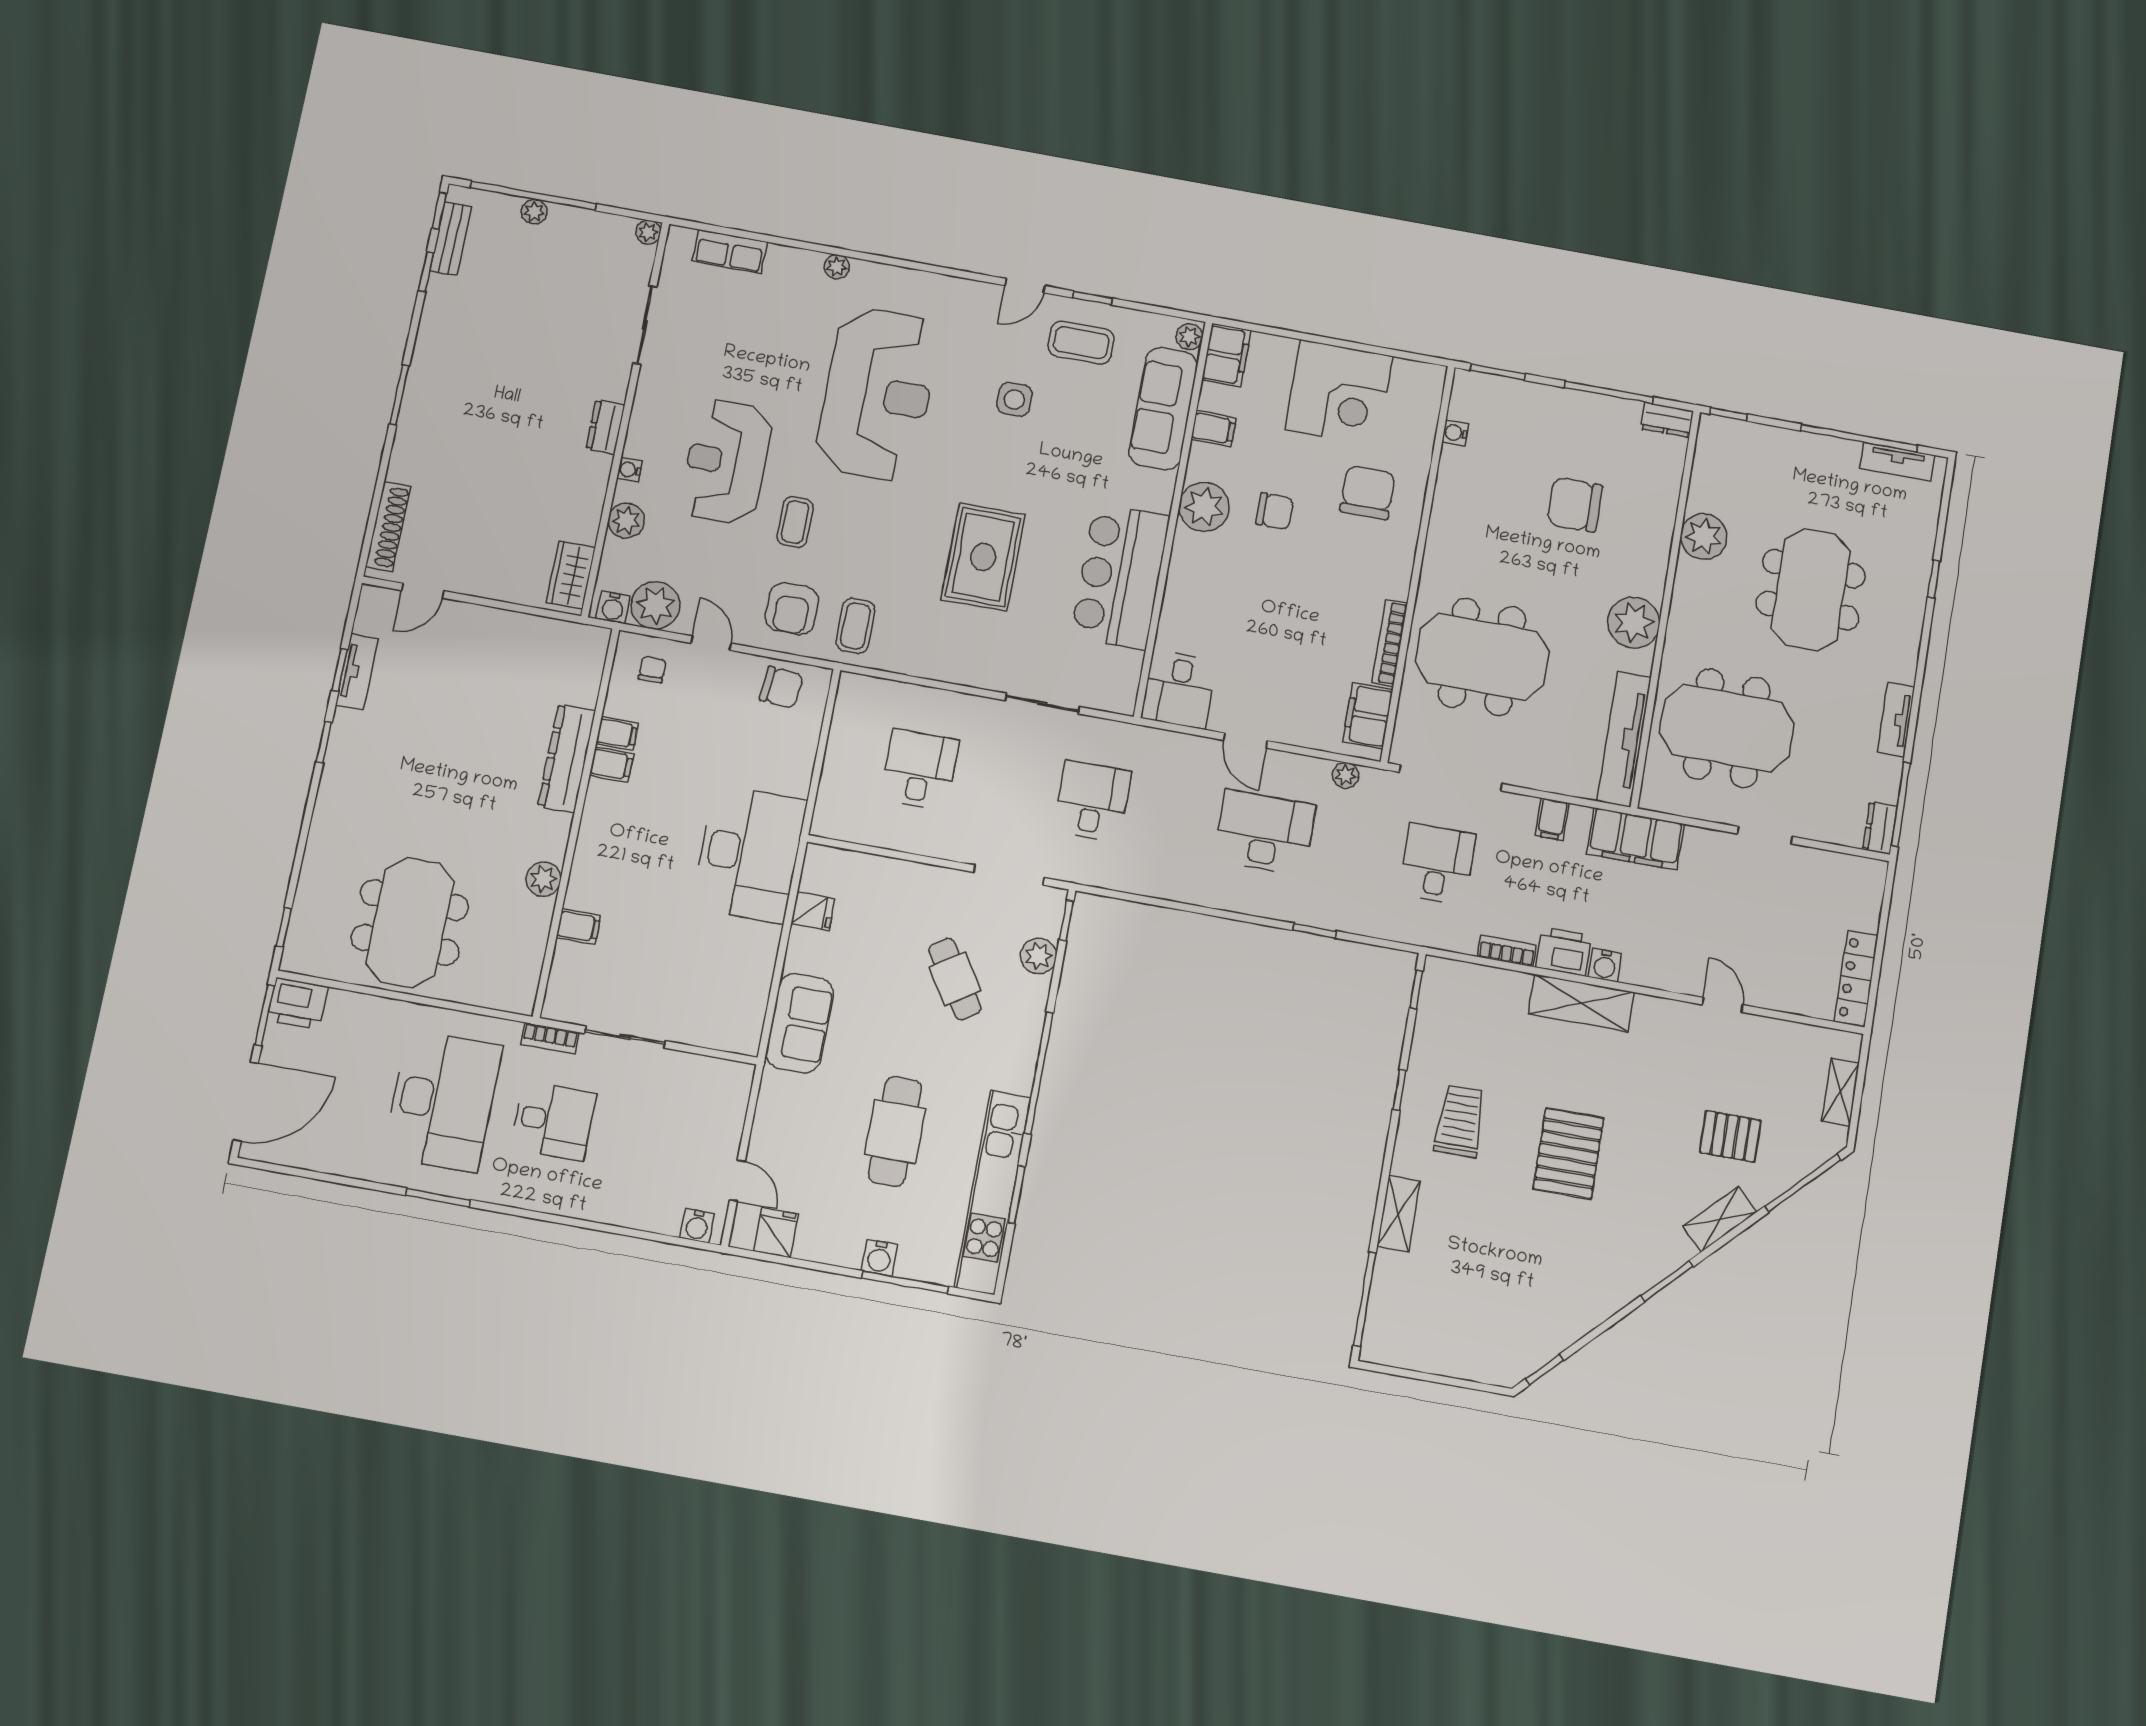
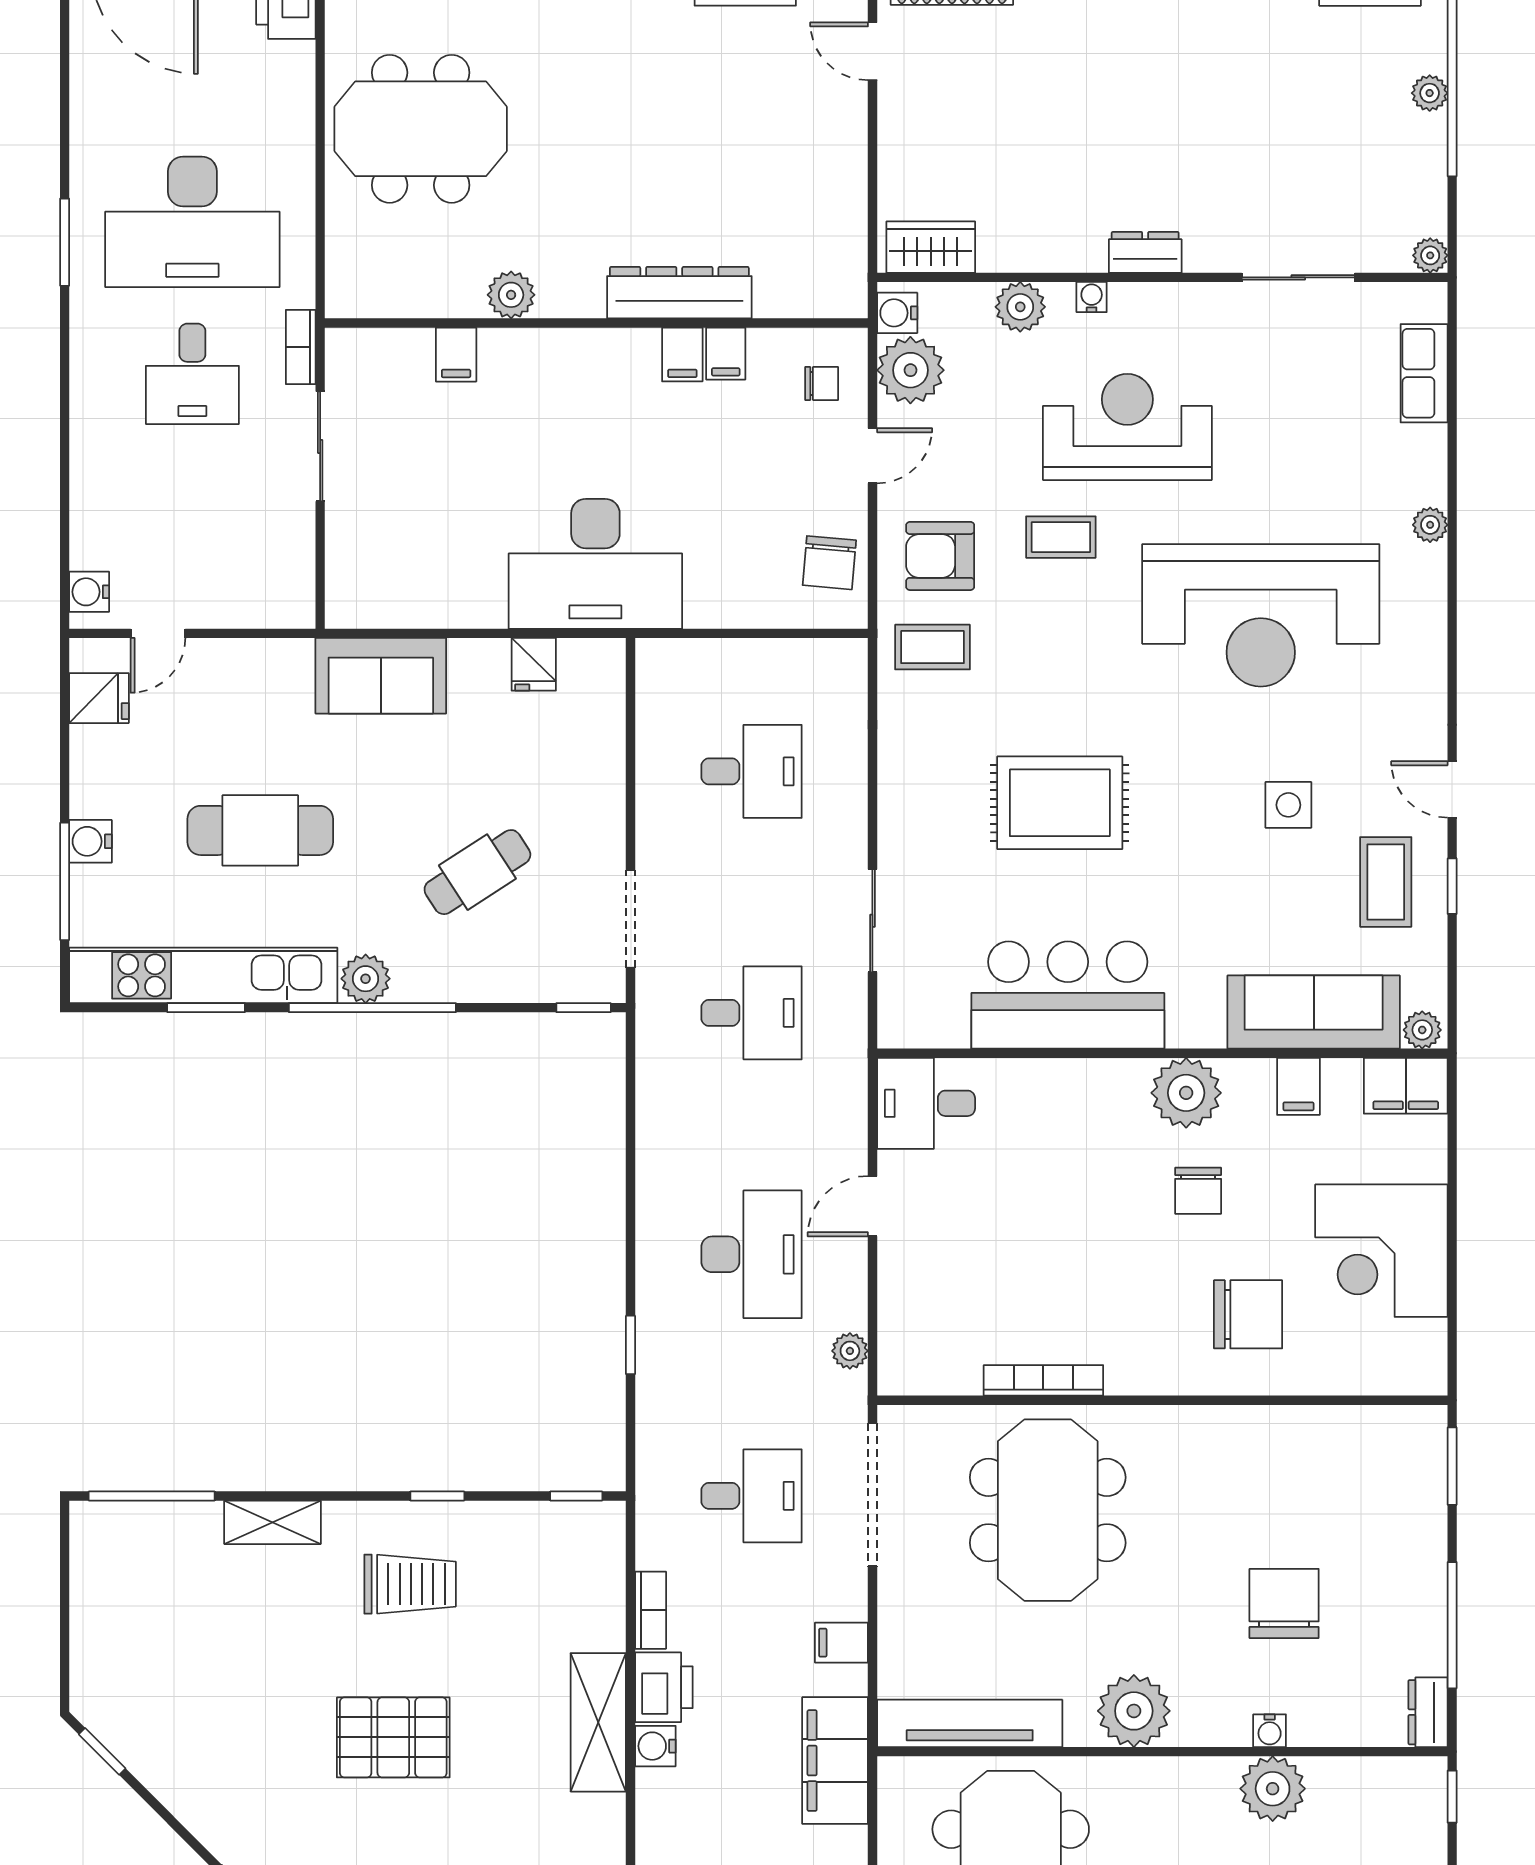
water cooler: (1455, 433) -> (1270, 1731), moved, turned 180
filing cabinet: (1368, 716) -> (938, 1367), removed
plant: (1038, 956) -> (366, 979), moved

